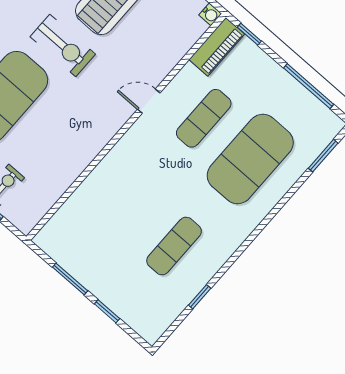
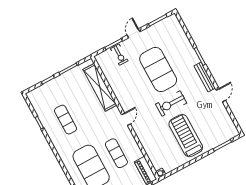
door: (149, 101) -> (126, 119), moved
shelving: (83, 201) -> (100, 87), added

